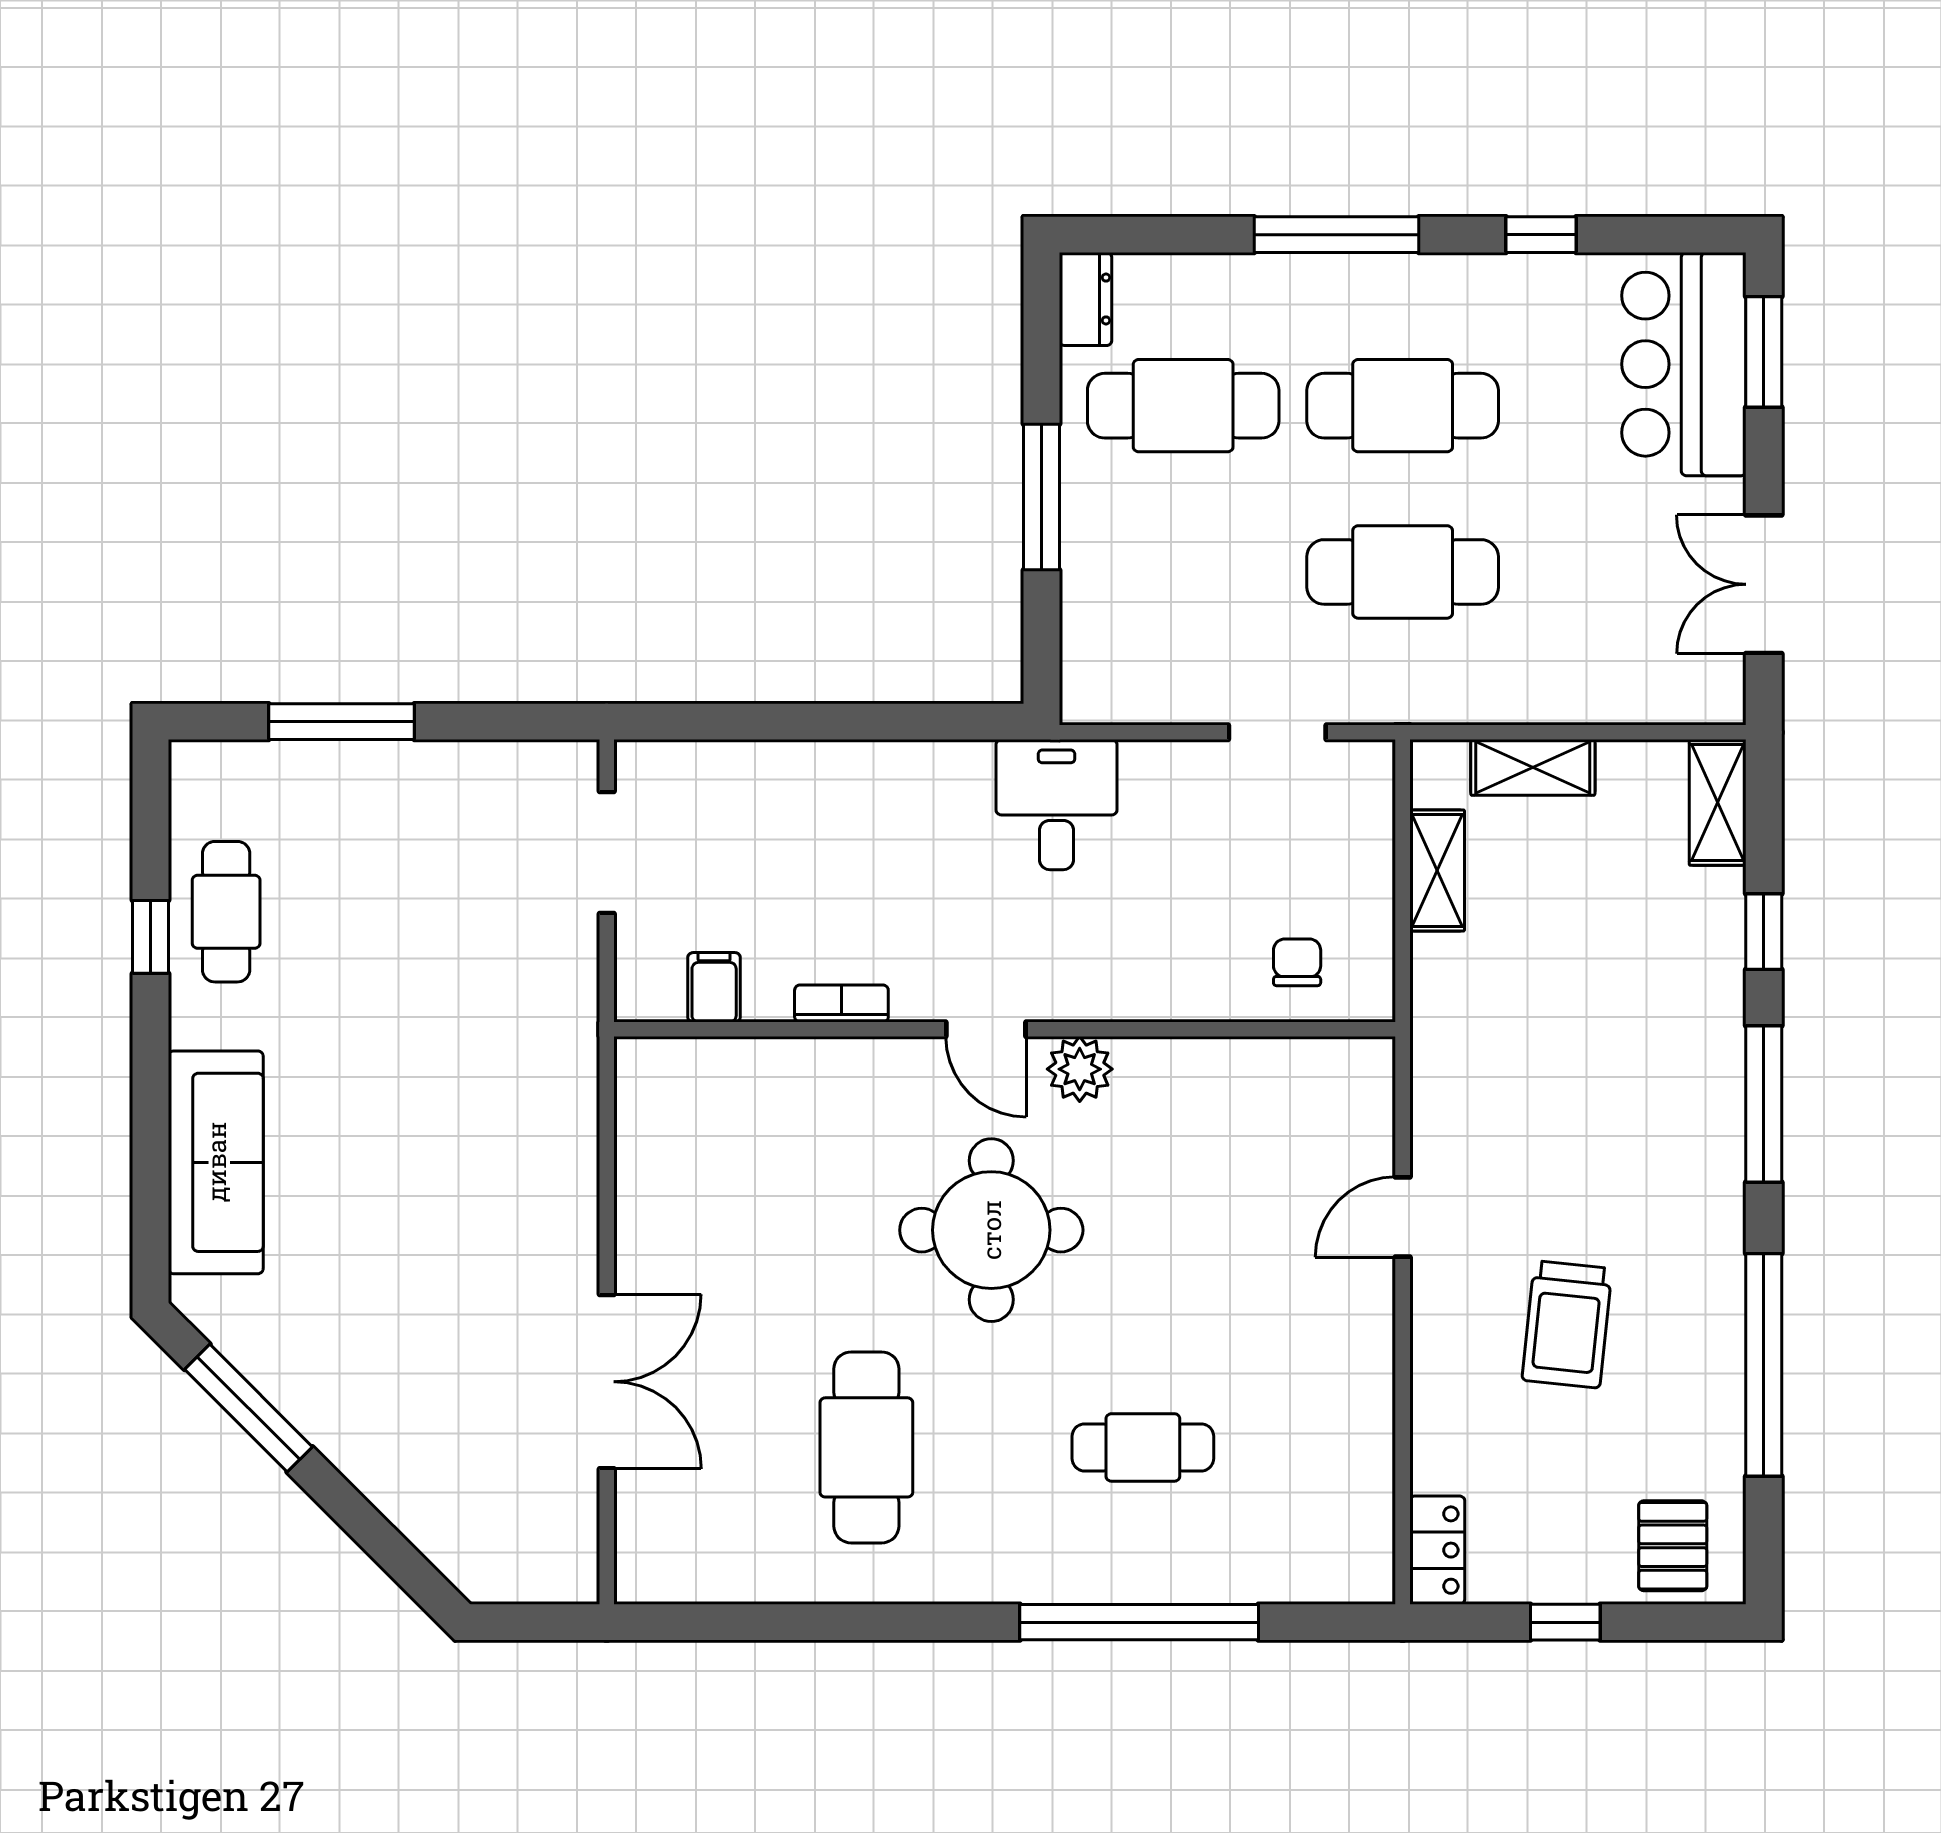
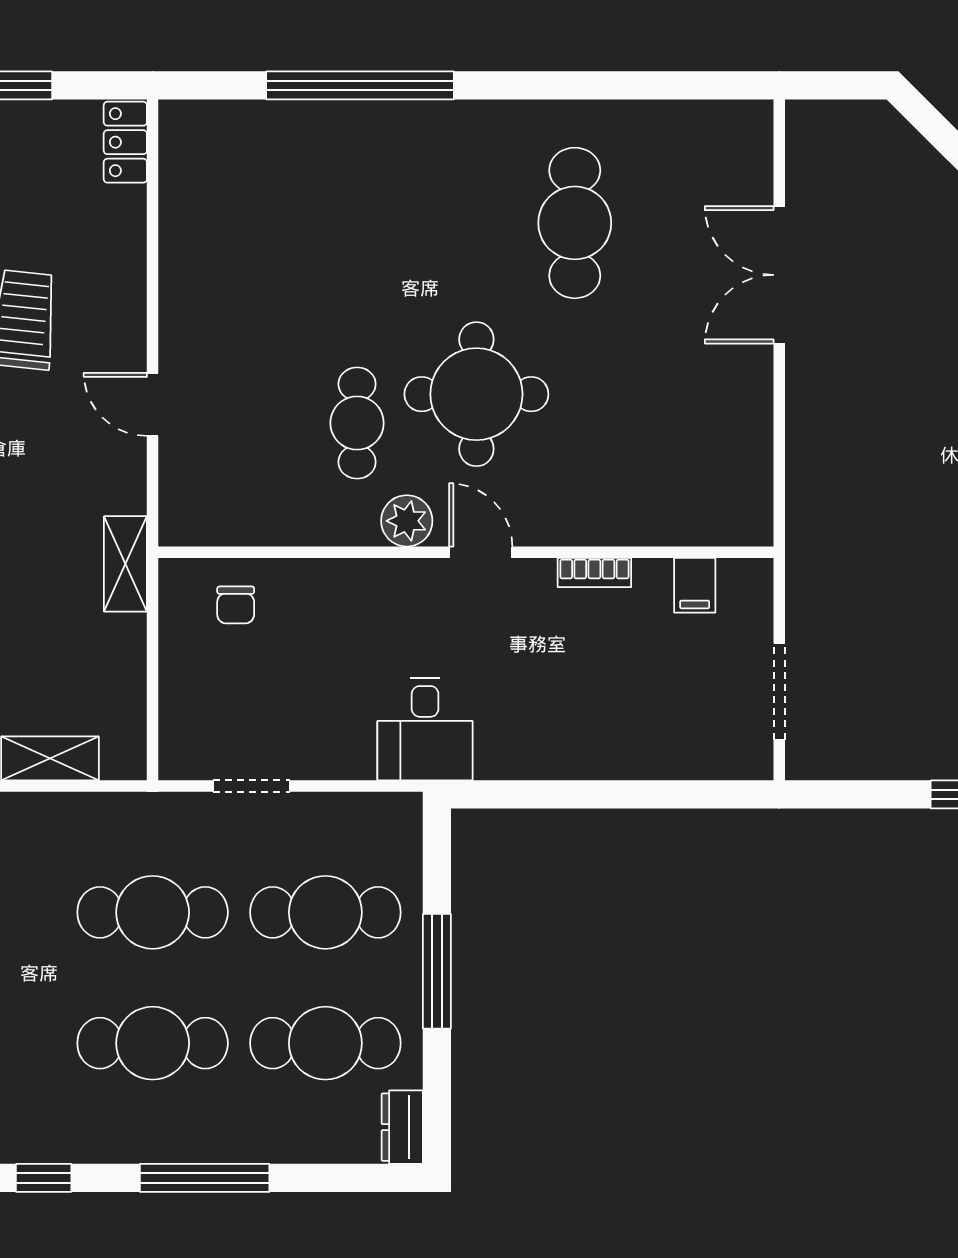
cafe table: (1183, 572) -> (325, 912), added
shelving: (1437, 870) -> (125, 564), moved
door: (1403, 1217) -> (153, 404), swing flipped
cafe table: (1143, 1447) -> (357, 423), moved, turned 90

